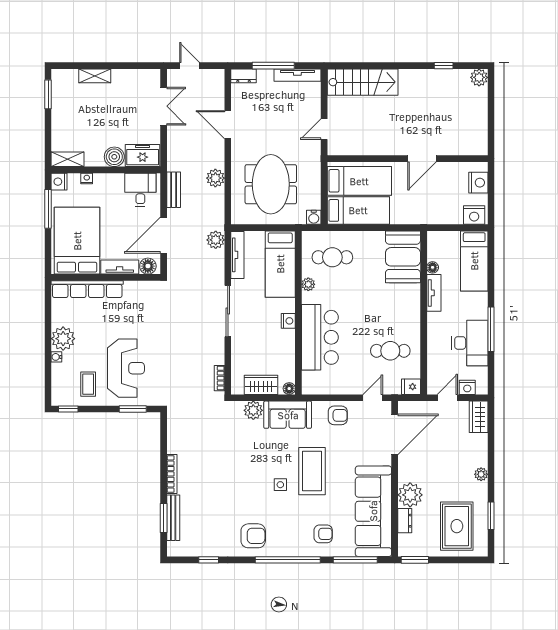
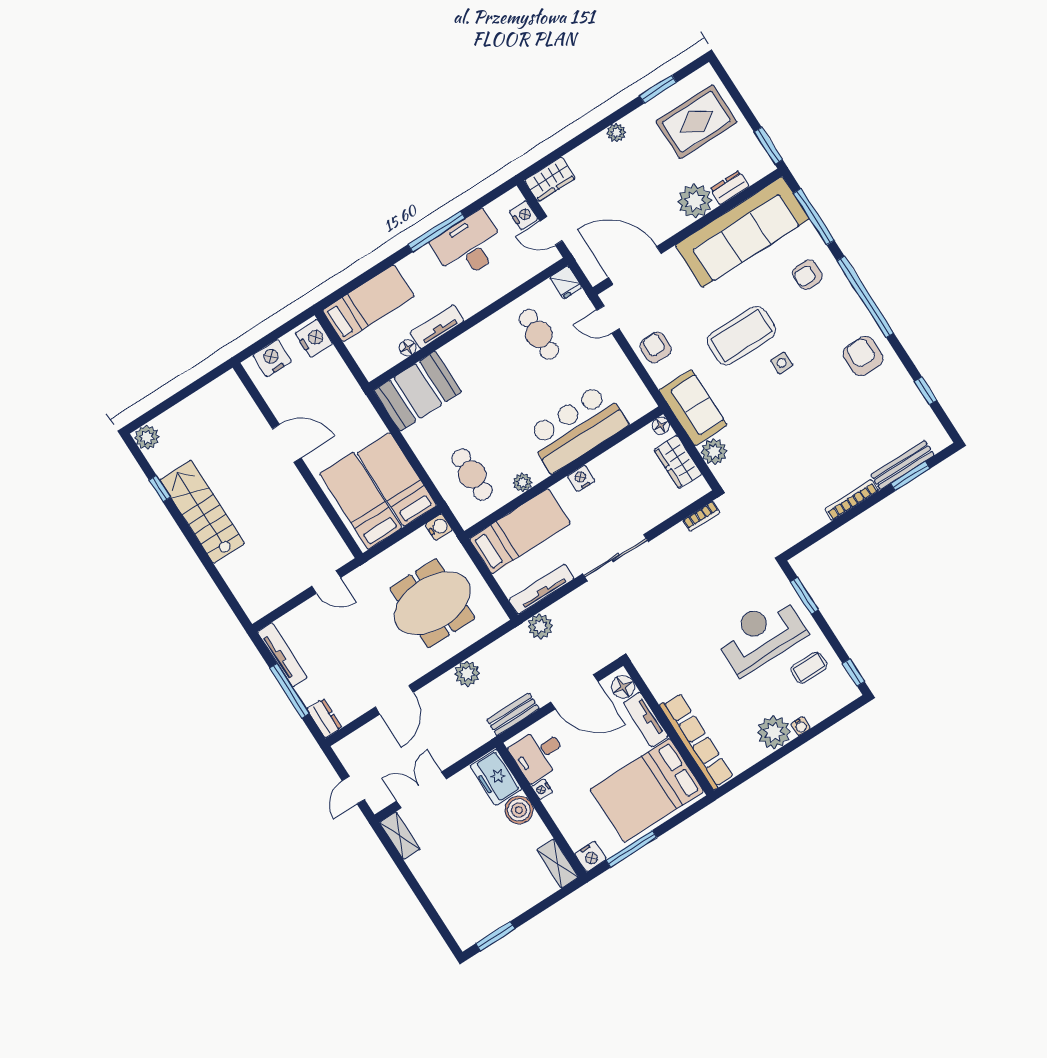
shelving: (95, 76) -> (400, 836), moved
stairs: (363, 82) -> (202, 512), moved
nightstand: (87, 179) -> (542, 789), moved
armchair: (323, 534) -> (807, 275), turned -90

